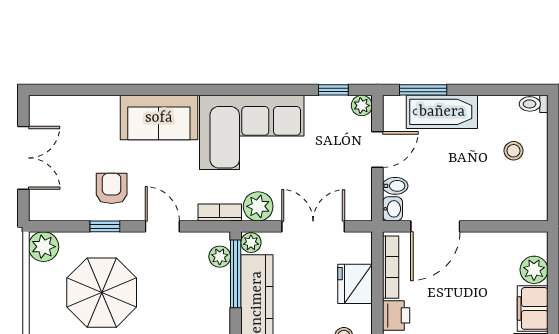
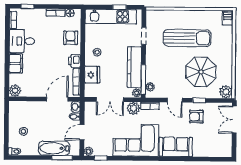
double door: (23, 158) -> (234, 120), moved
armchair: (112, 188) -> (196, 117), turned 90
plant: (534, 270) -> (15, 91), moved

